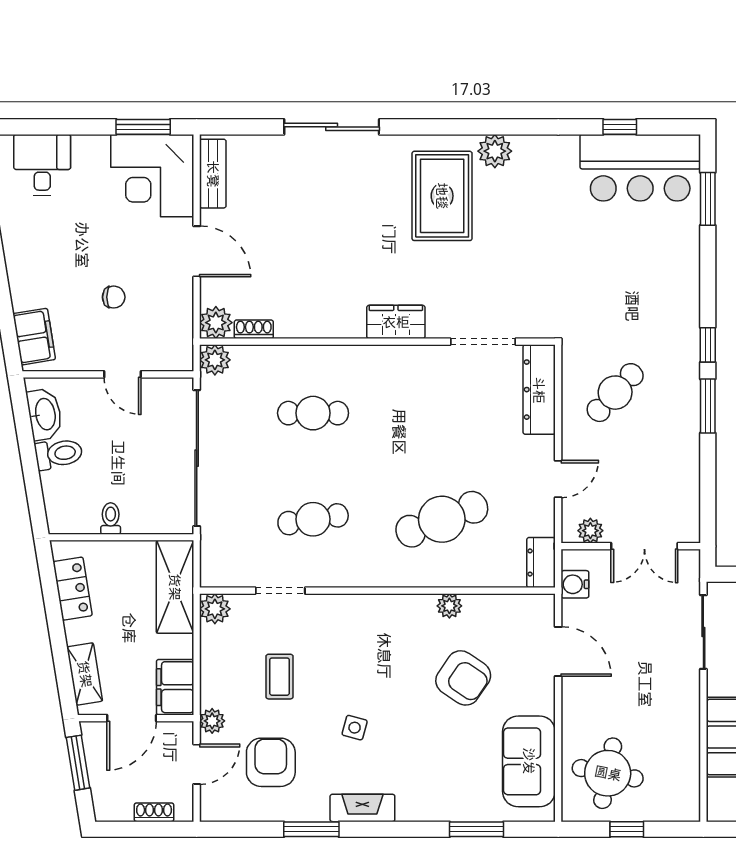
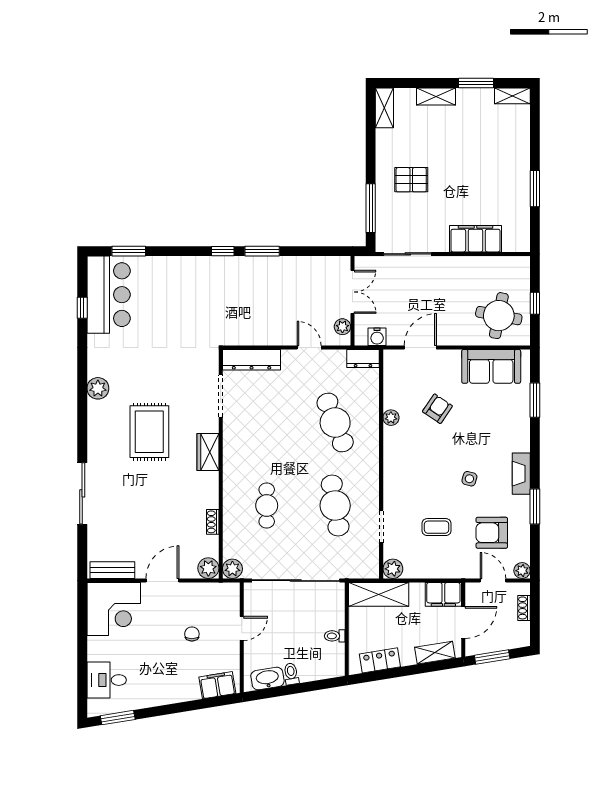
window: (143, 127) -> (82, 615), removed
rug: (442, 196) -> (149, 432), moved, turned 90
shoe rack: (254, 329) -> (213, 522), moved
cafe table: (615, 393) -> (253, 311), removed
toilet: (59, 454) -> (291, 674), width x0.73, depth x0.72
cafe table: (313, 519) -> (335, 506), width x1.37, depth x1.35
armchair: (463, 678) -> (437, 409), width x0.72, depth x0.72
door: (132, 718) -> (463, 622), hinge flipped
plant: (212, 721) -> (522, 571), moved

